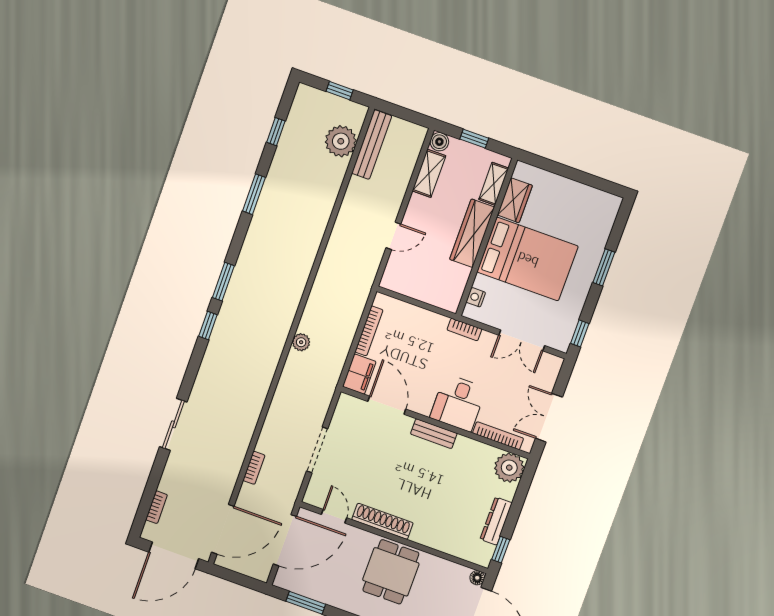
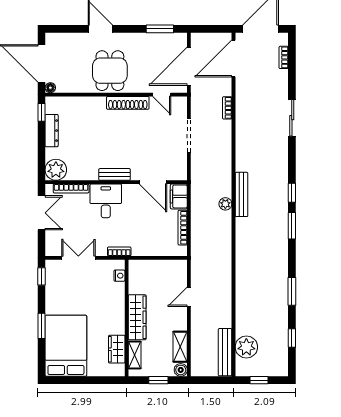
bed: (528, 259) -> (66, 346), moved, turned 90
bench: (275, 347) -> (242, 194), added

